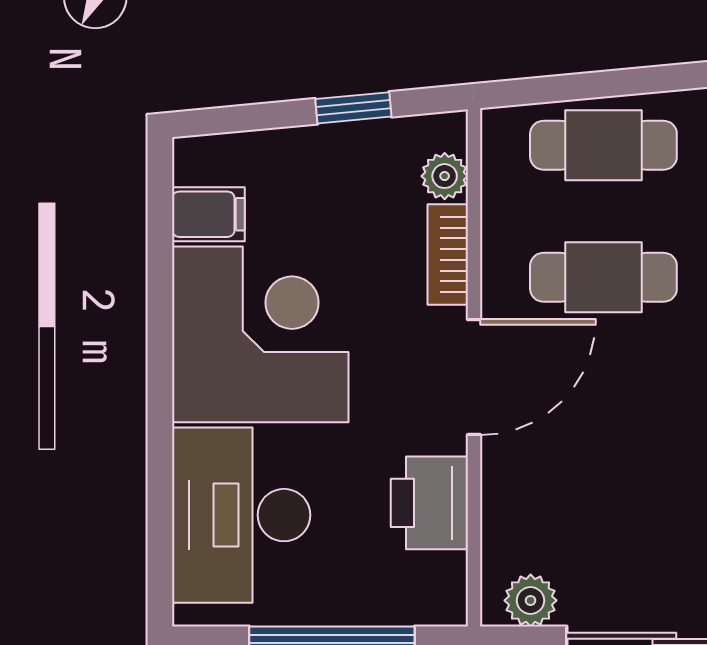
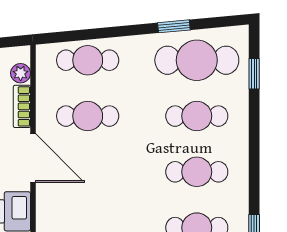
door: (474, 377) -> (33, 158), hinge flipped

